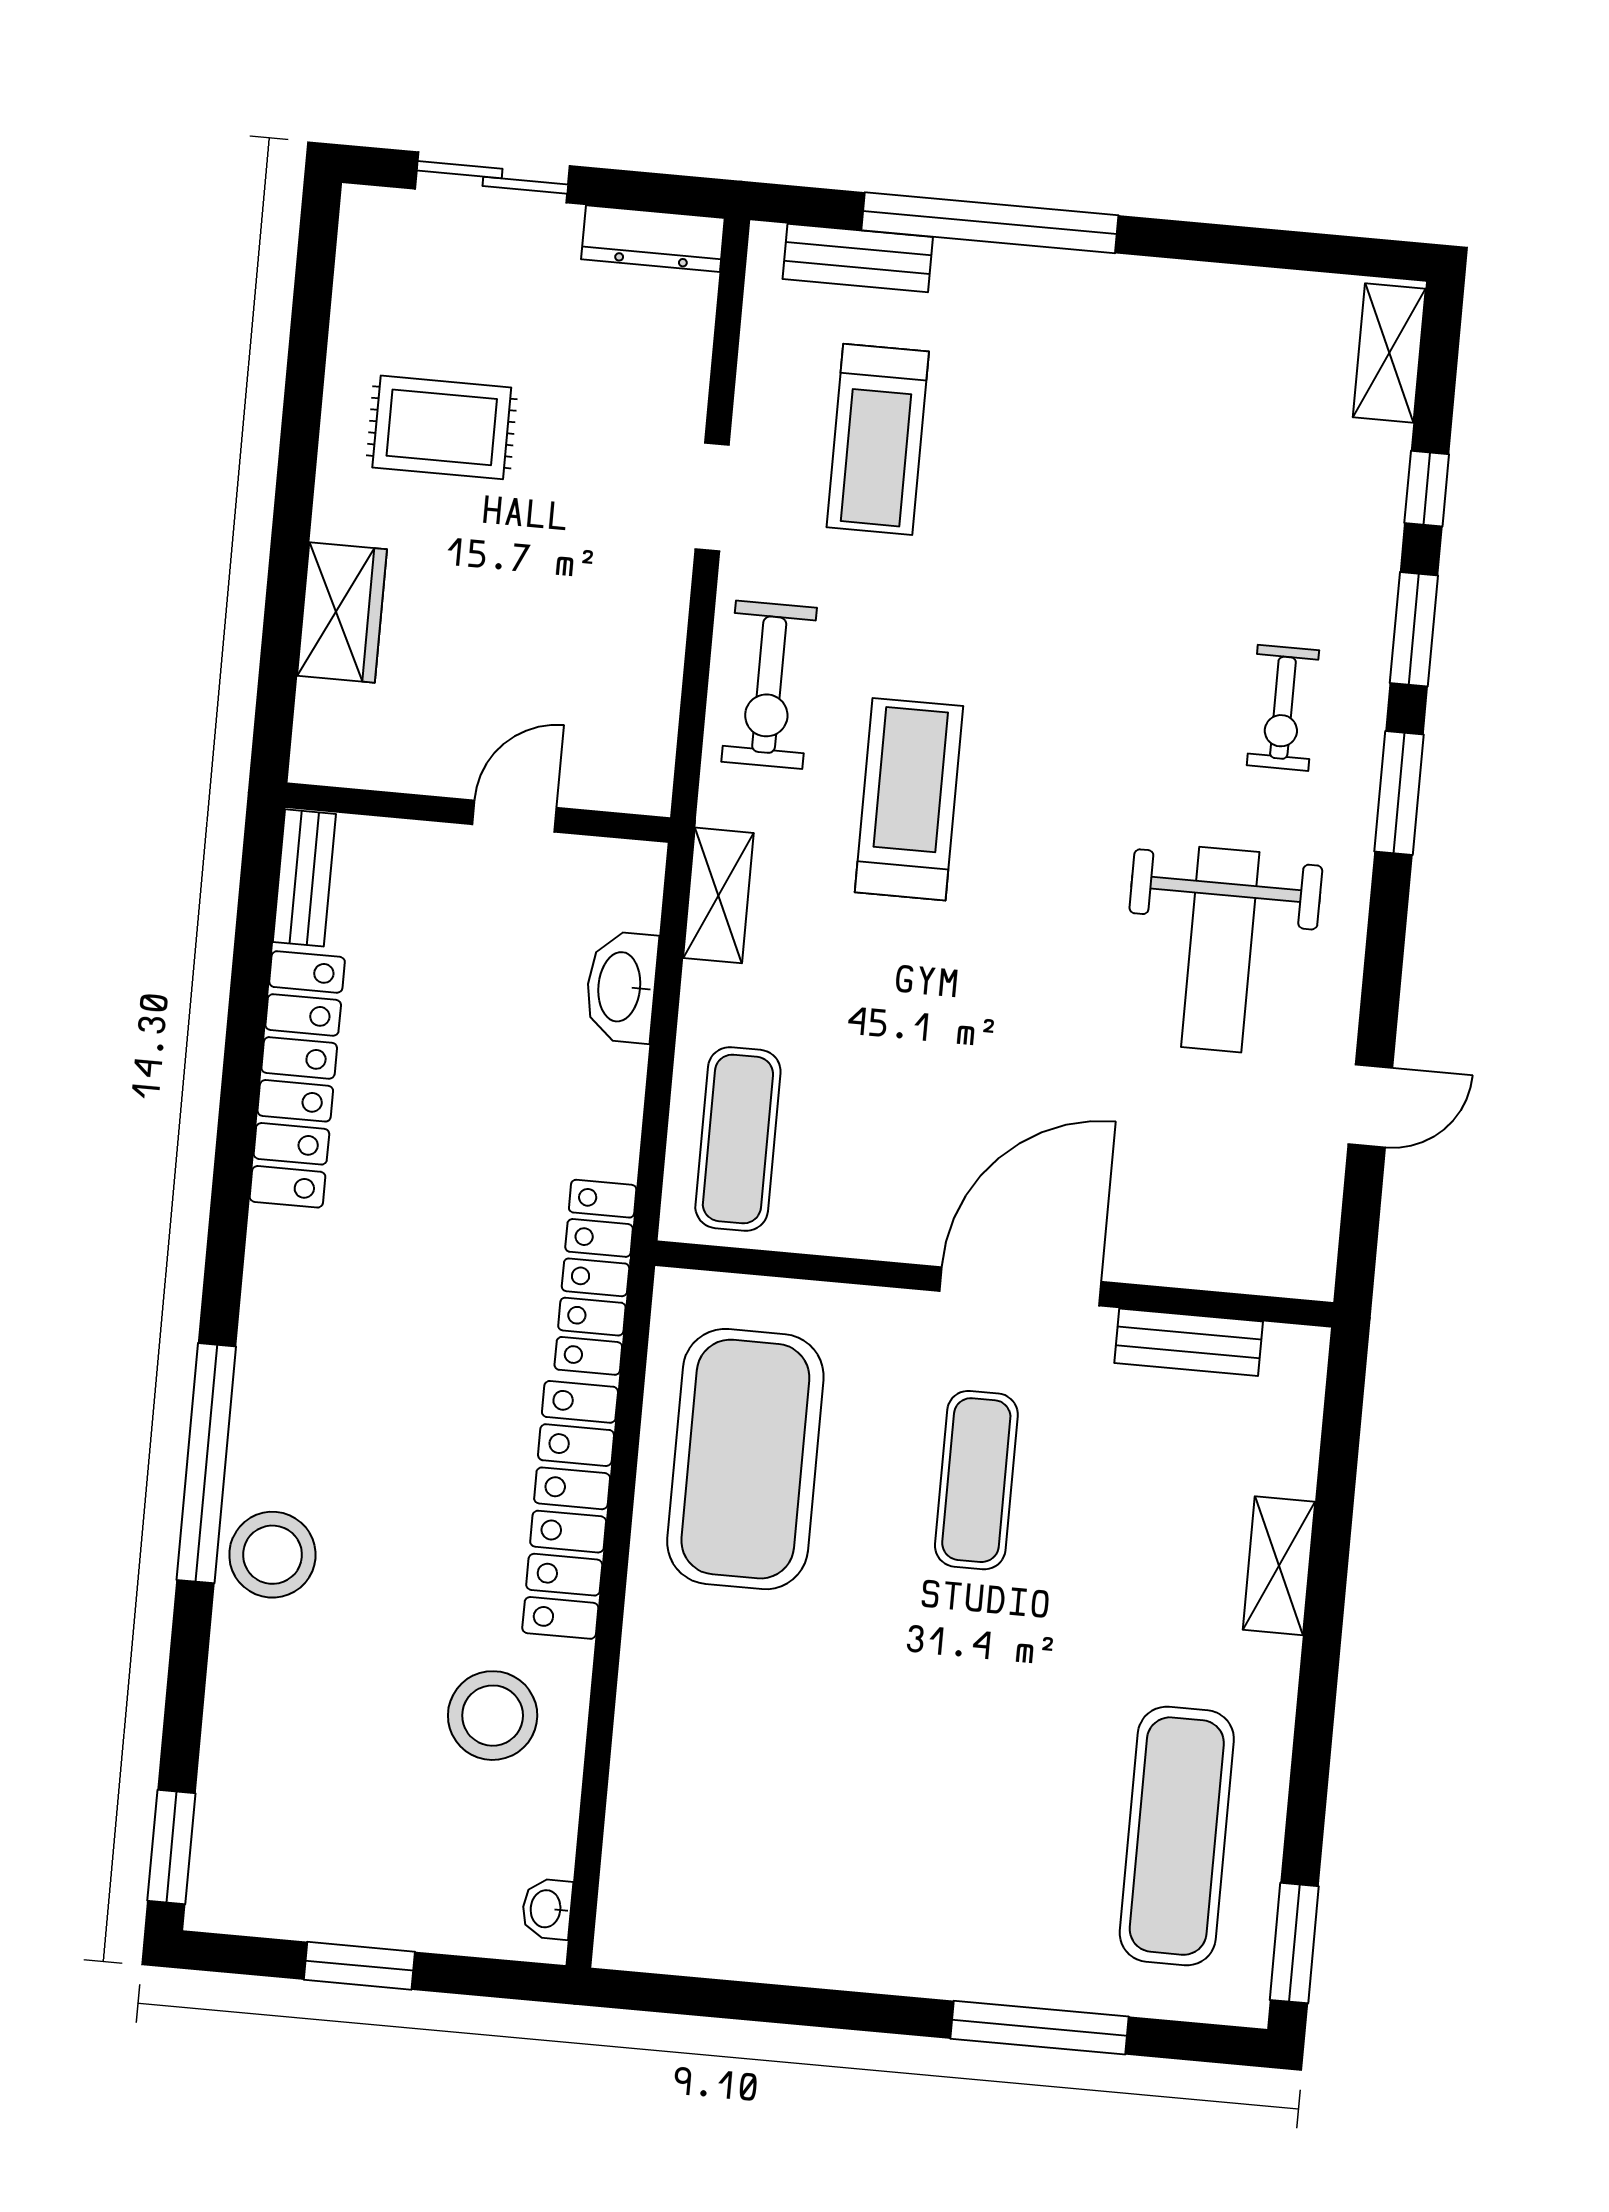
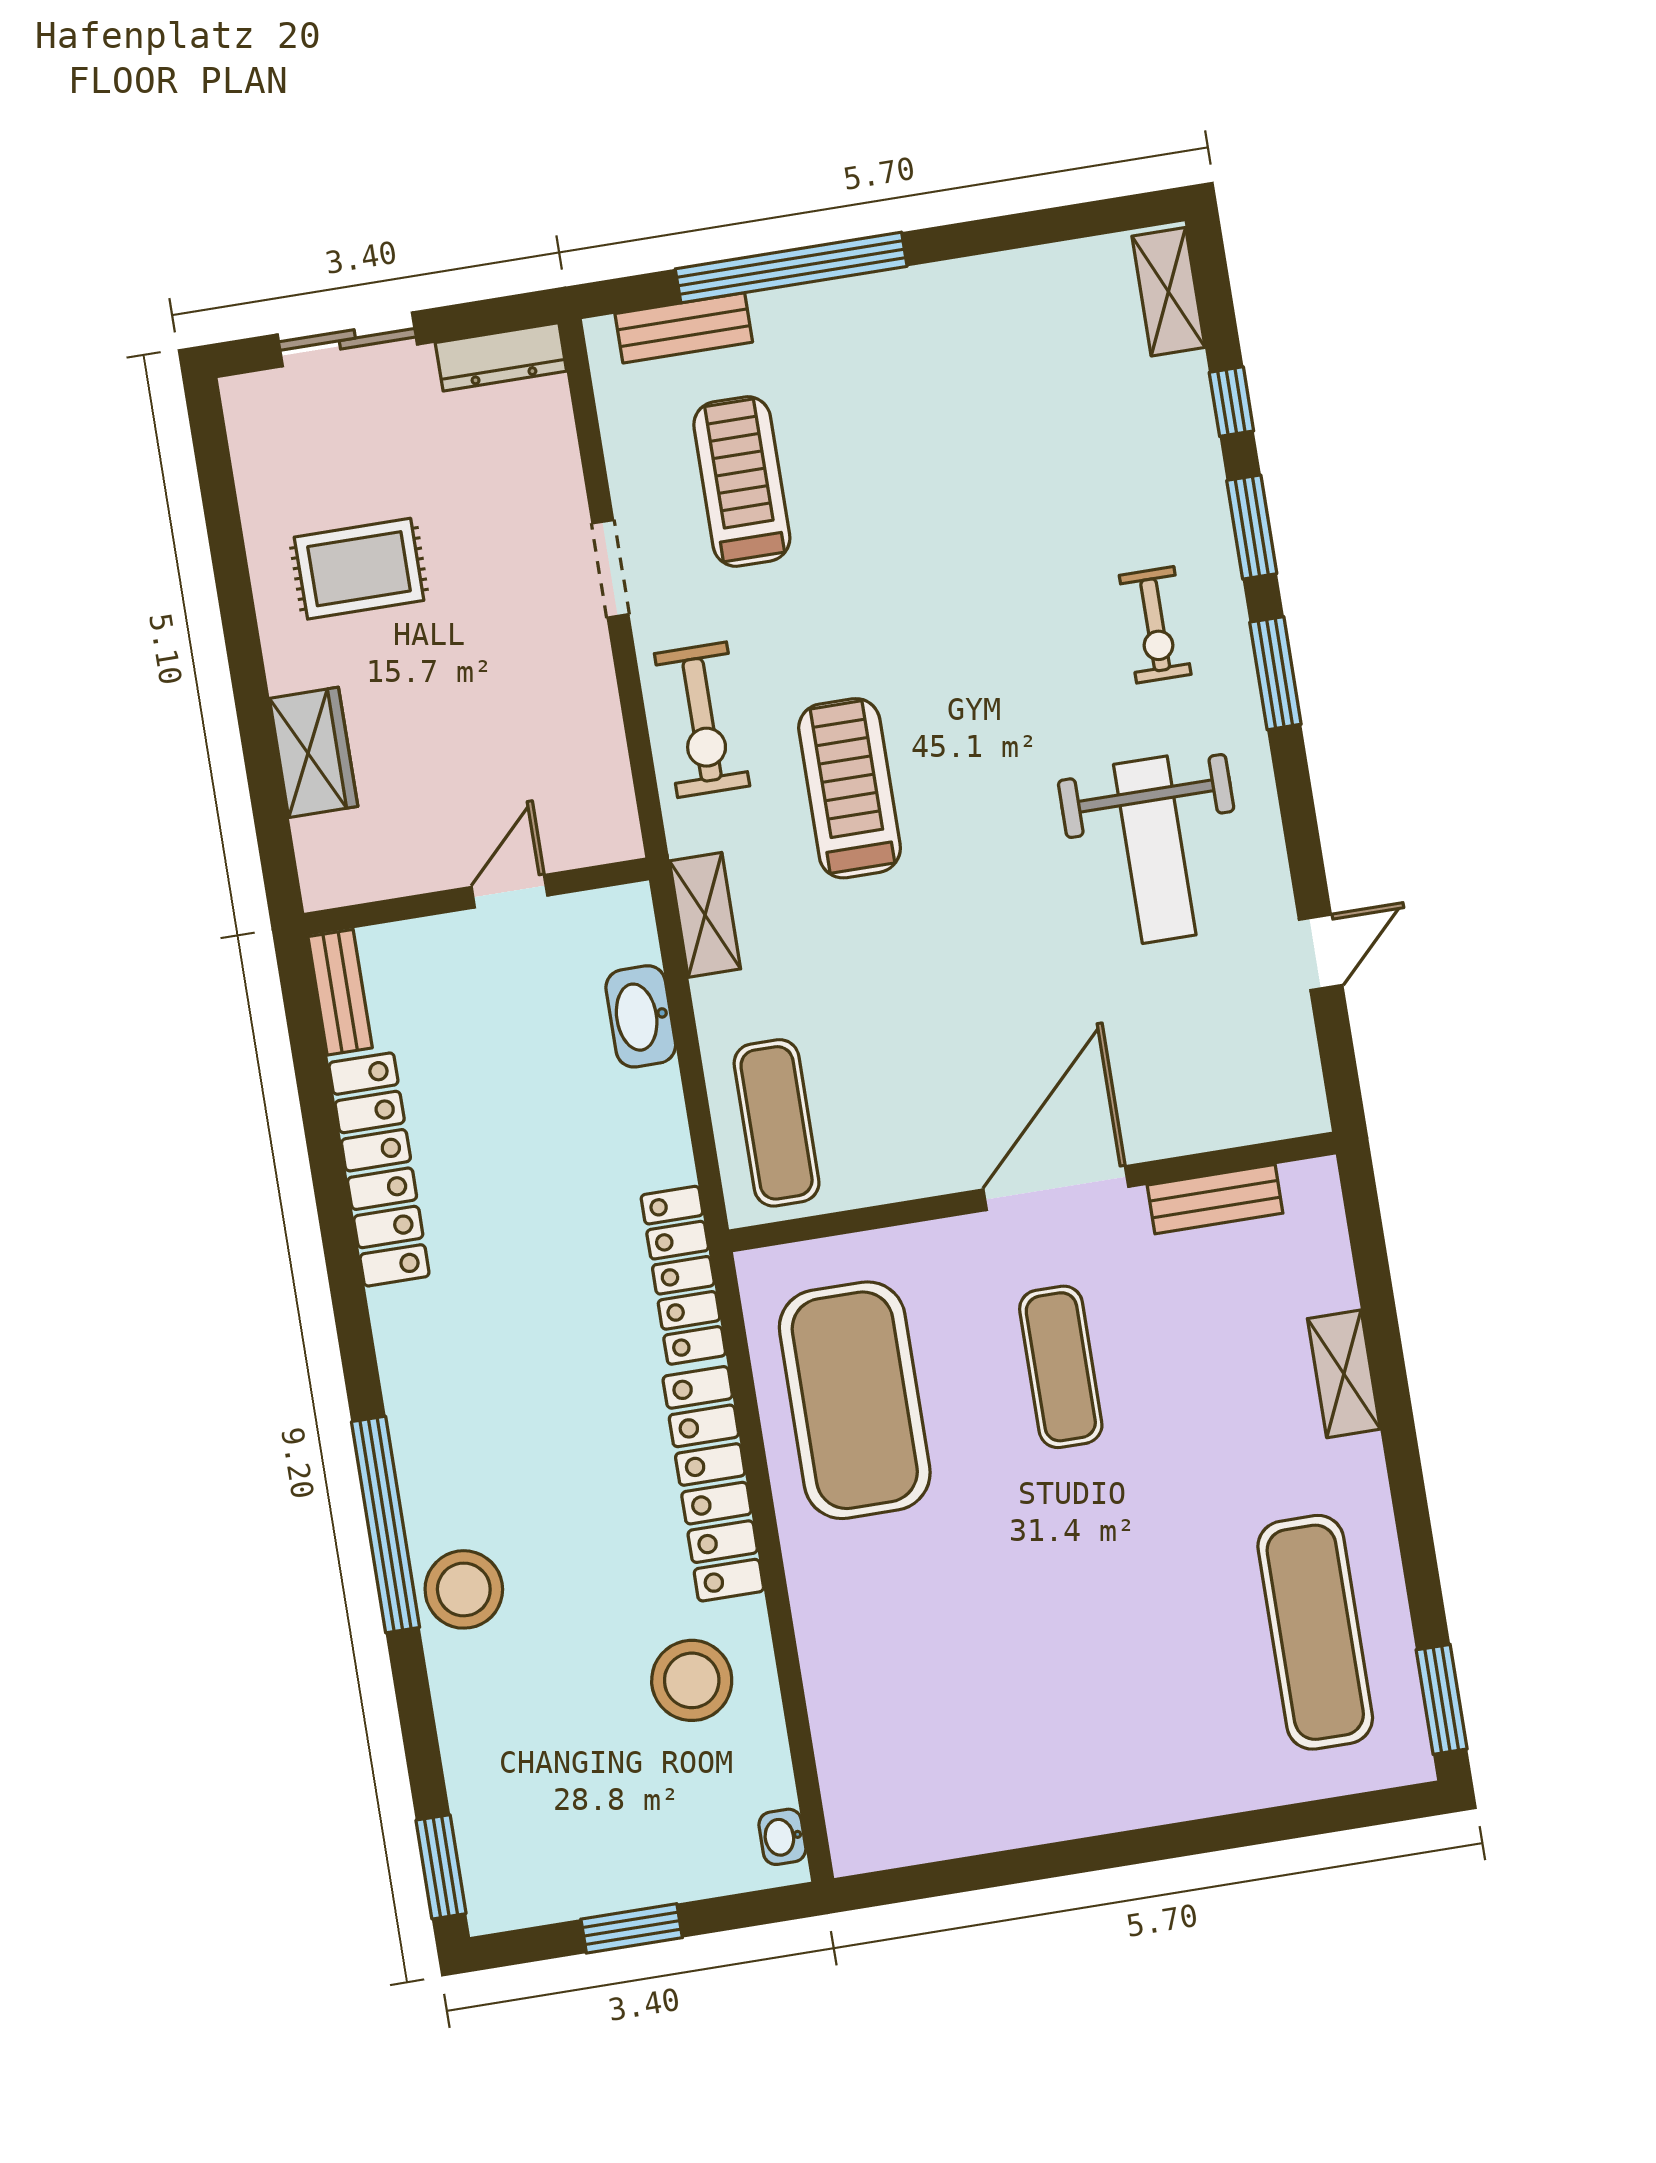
treadmill: (878, 439) -> (742, 481), turned 180
window: (1039, 2028) -> (1238, 1830), removed

